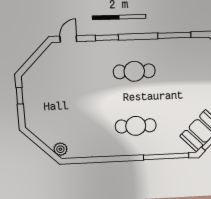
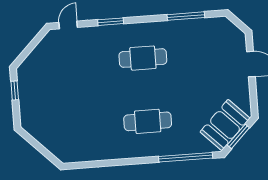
plant: (60, 149) -> (61, 152), removed

